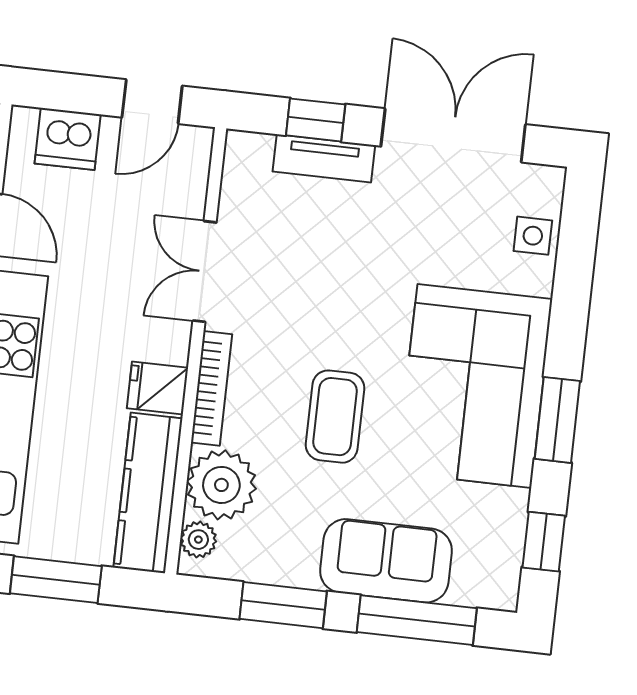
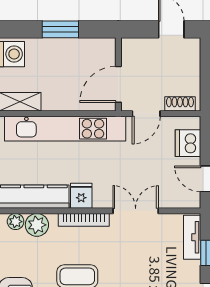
tv unit: (324, 158) -> (192, 237), moved
plant: (221, 485) -> (37, 225), width x0.73, depth x0.73

